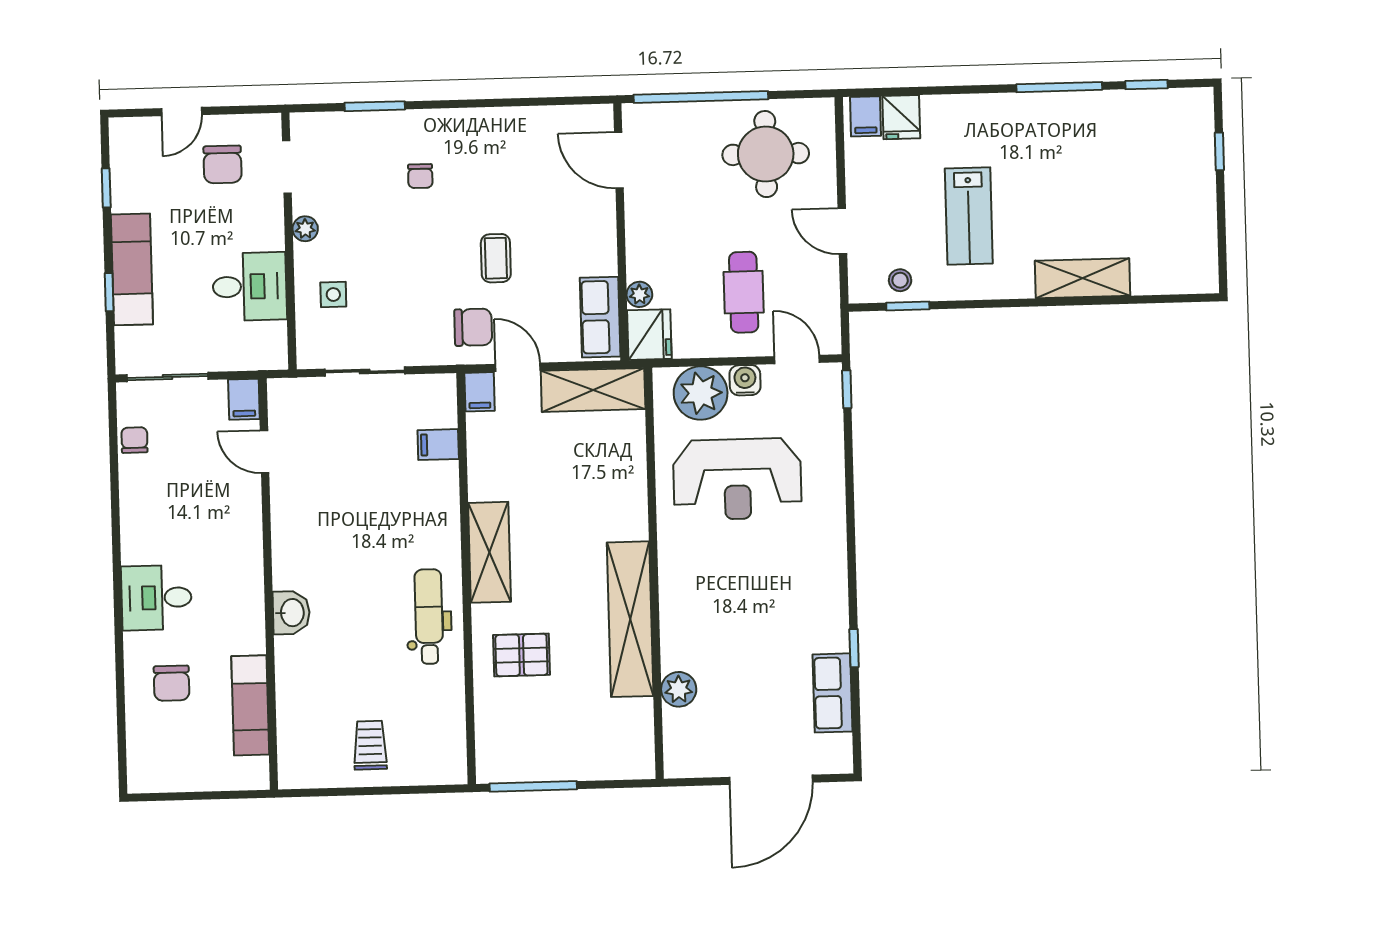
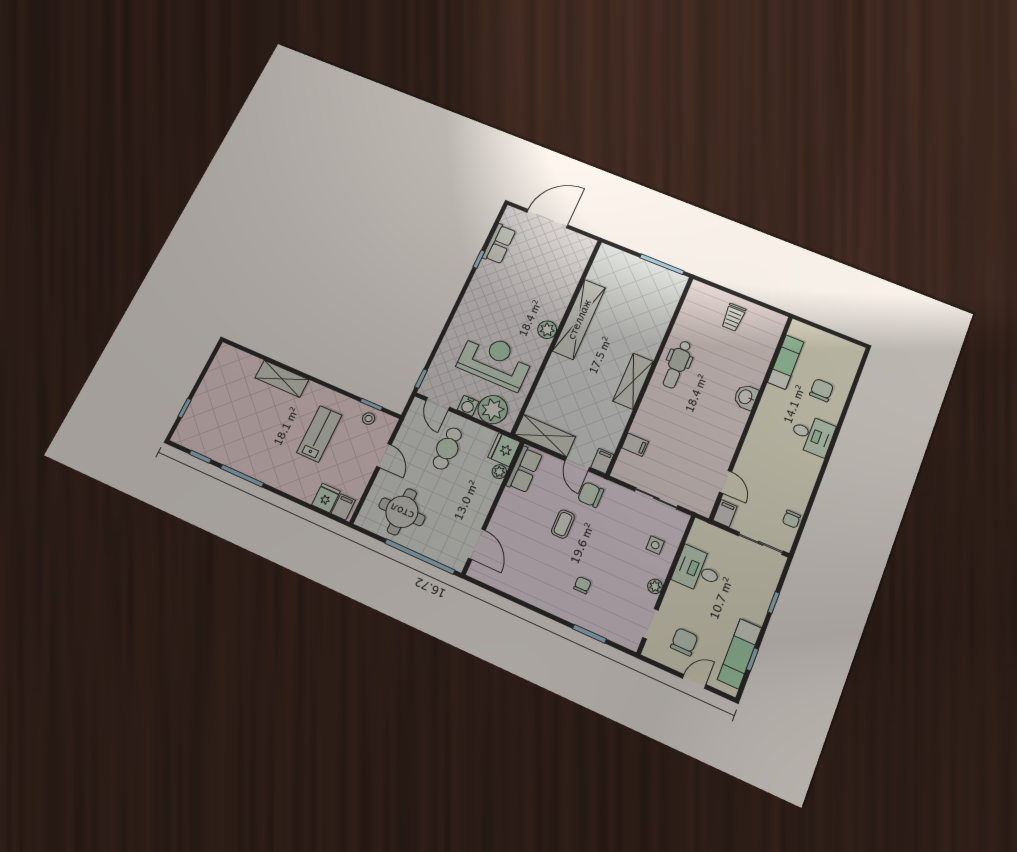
exam couch: (132, 269) -> (739, 654), moved
pallet: (521, 655) -> (640, 326), removed
plant: (679, 689) -> (547, 330), moved

